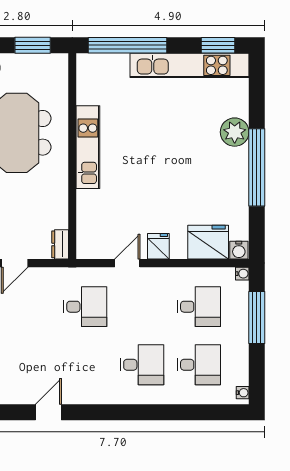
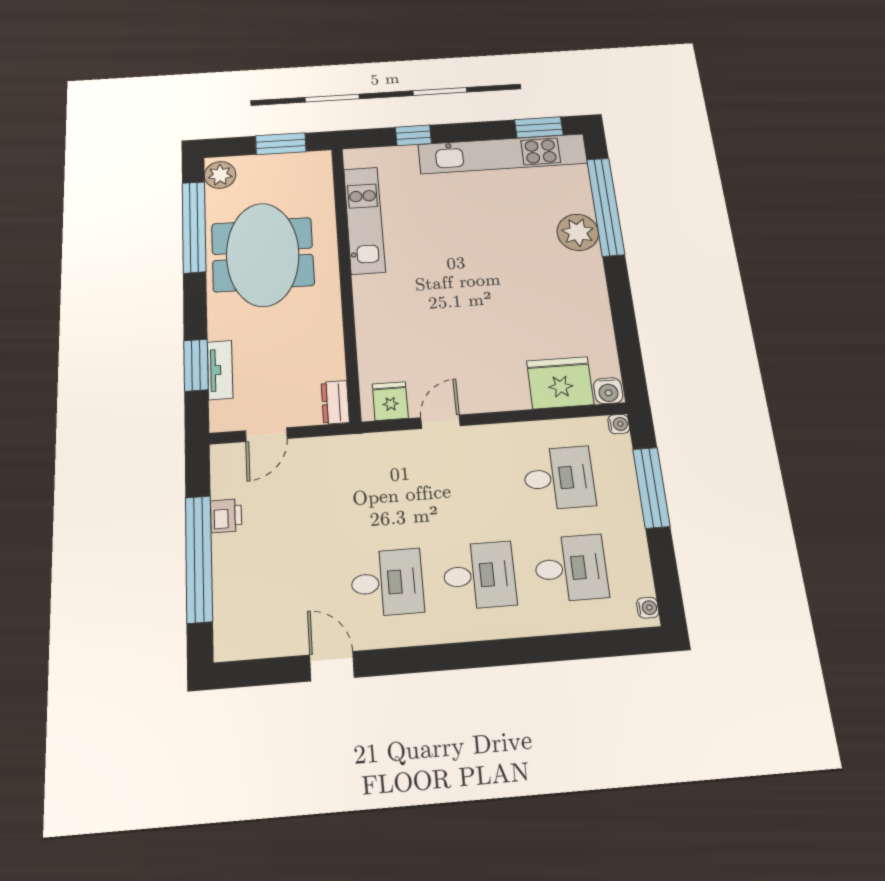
window: (127, 45) -> (413, 135), width x0.32
kitchen unit: (88, 147) -> (364, 220), moved
window: (257, 167) -> (606, 207), moved
fridge: (158, 246) -> (390, 401), moved
desk: (85, 307) -> (387, 583), moved
door: (48, 412) -> (332, 666), hinge flipped

